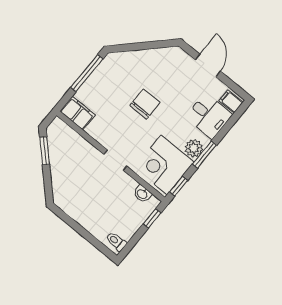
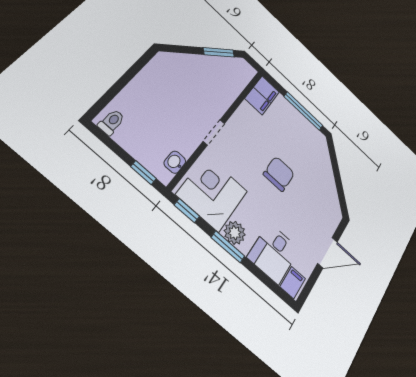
chair: (145, 104) -> (279, 174), turned -90

